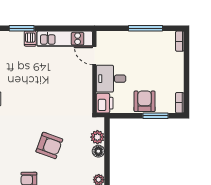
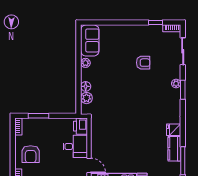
armchair: (145, 101) -> (31, 154), moved
armchair: (49, 145) -> (126, 91), removed

